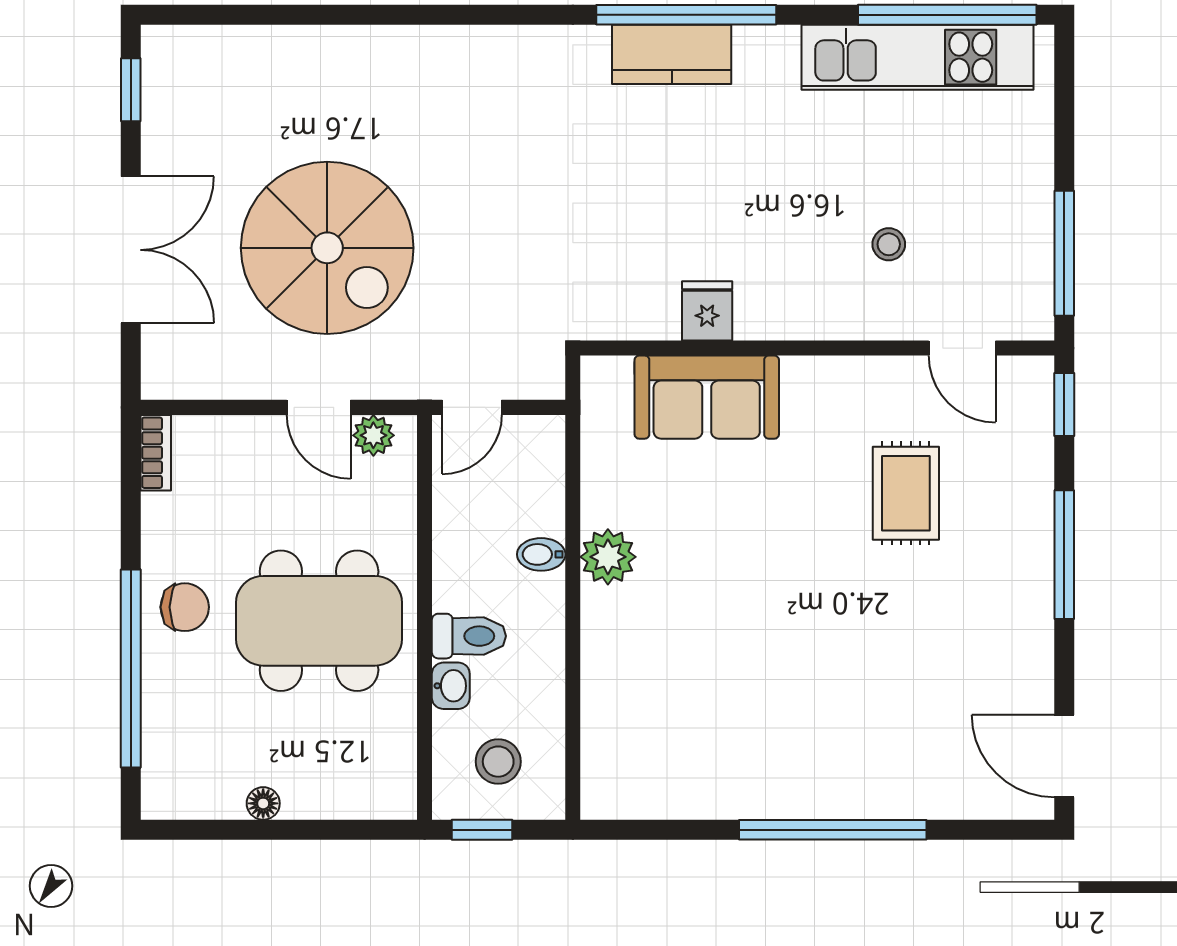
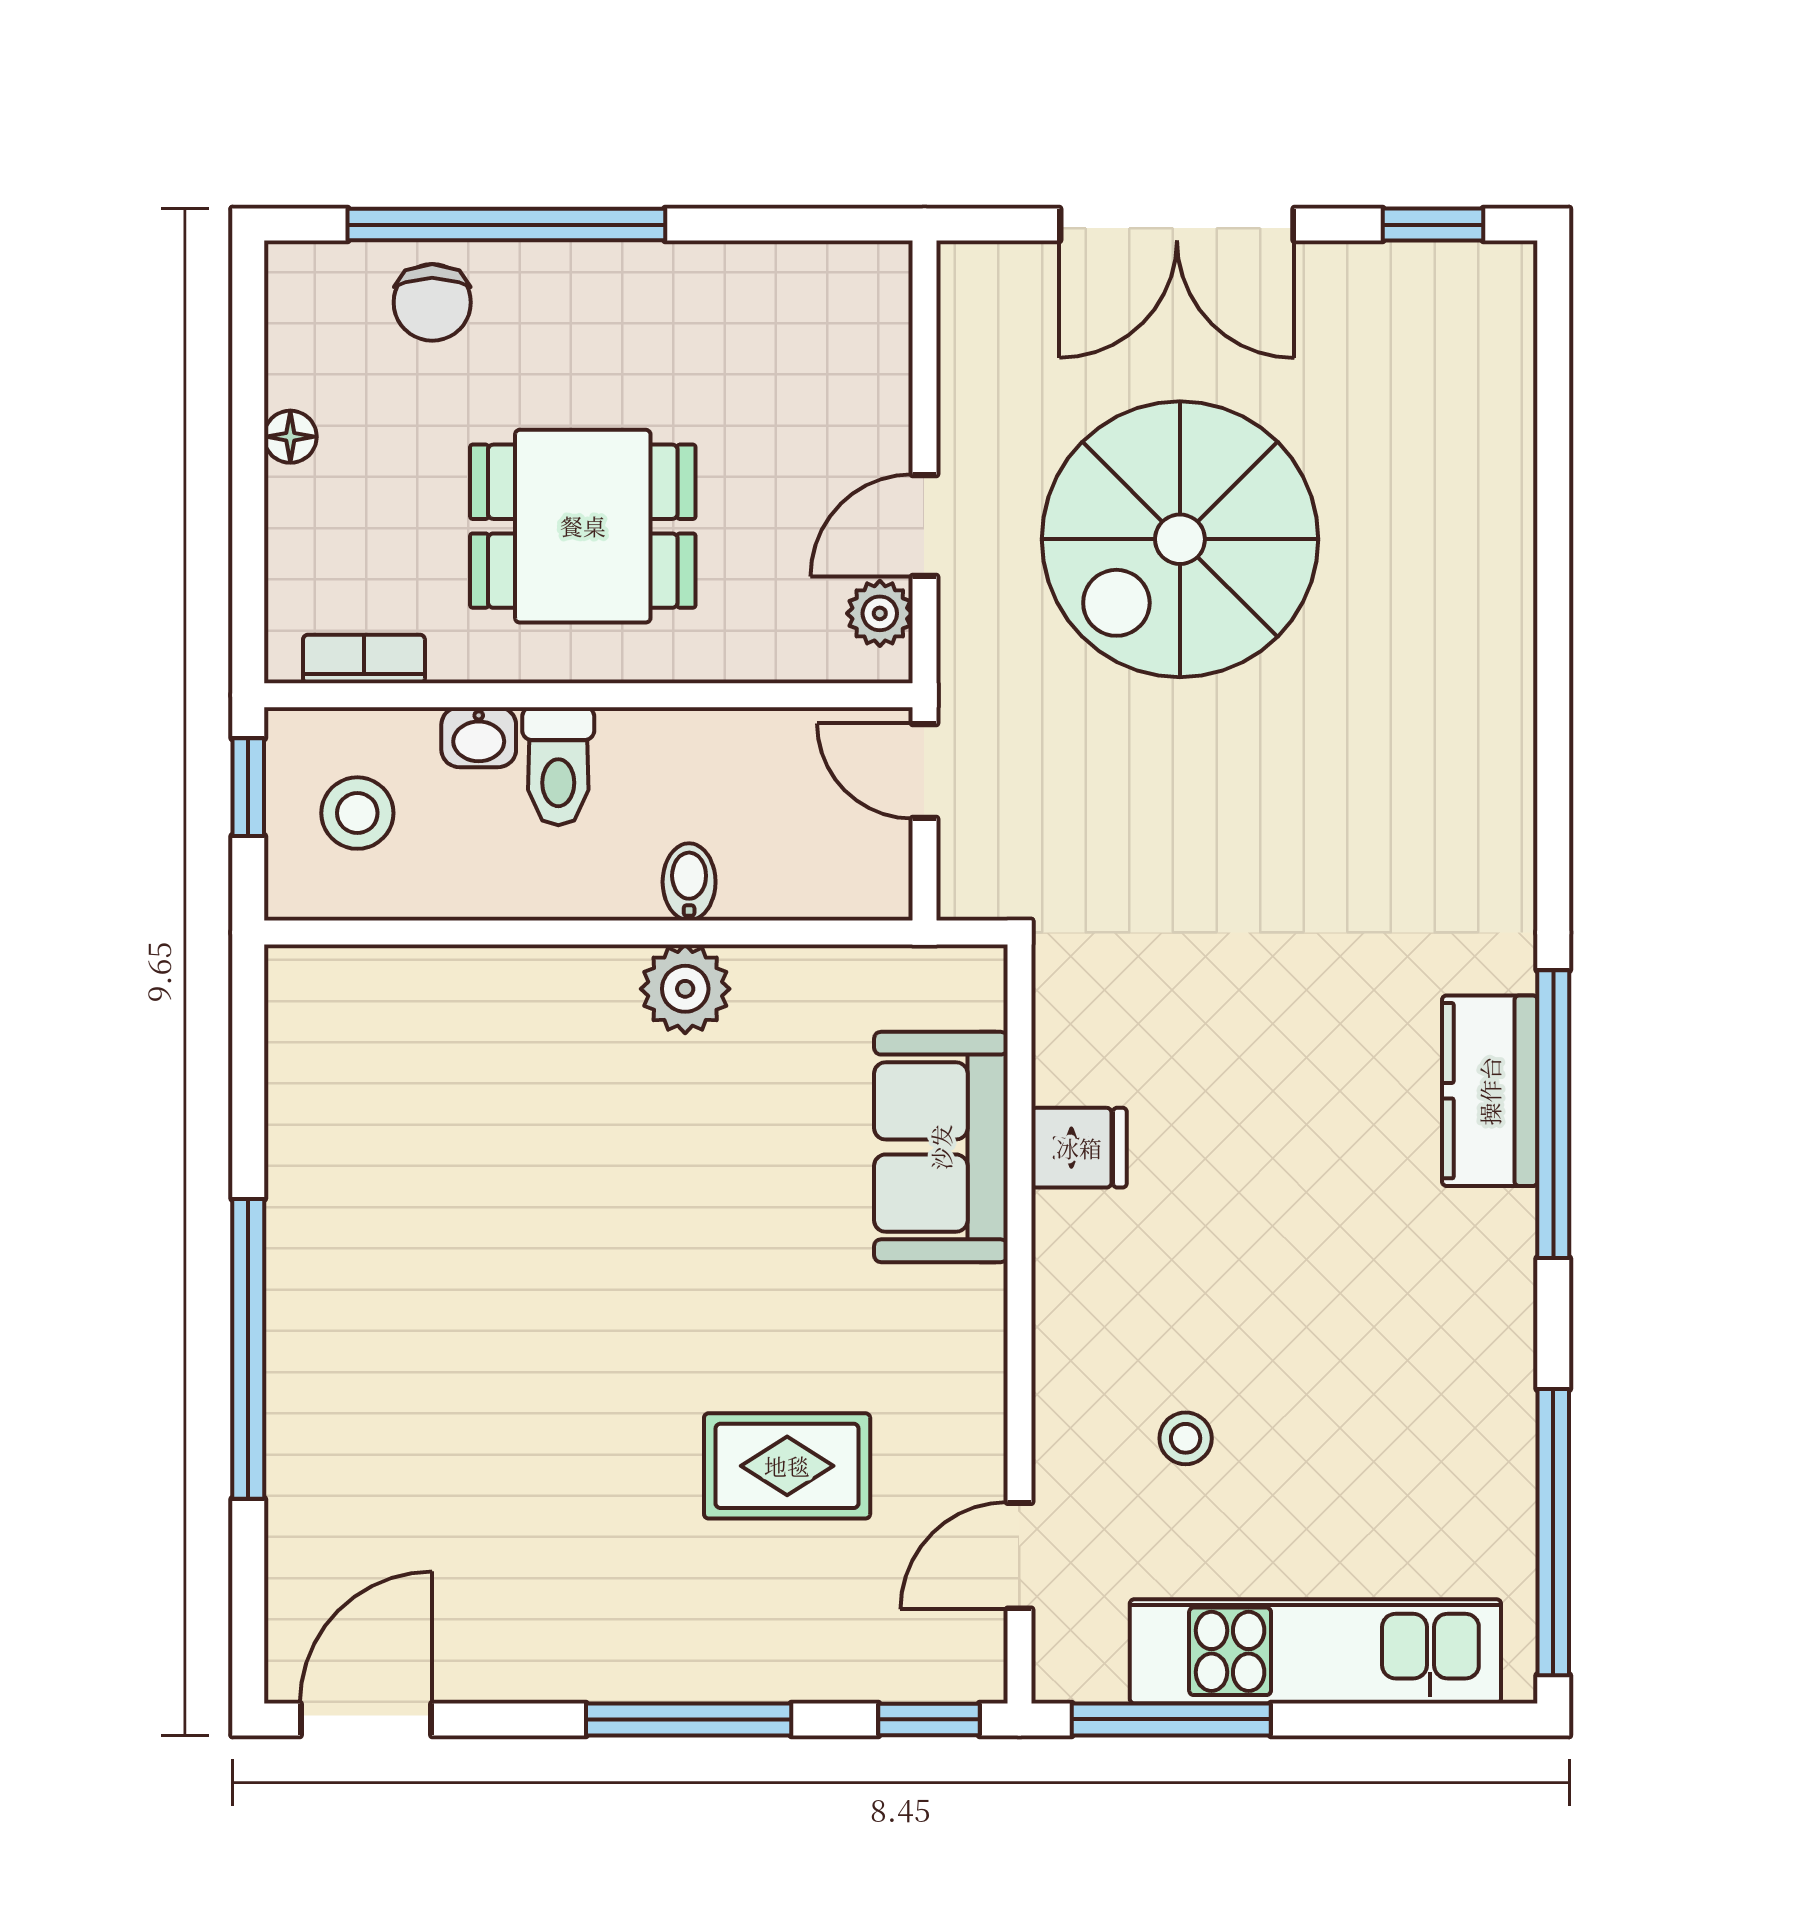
kitchen unit: (917, 57) -> (1315, 1651), moved, turned 90
bookcase: (156, 453) -> (364, 659), moved, turned 180
chair: (185, 607) -> (432, 302), moved
dining table: (319, 621) -> (583, 526), width x0.73

